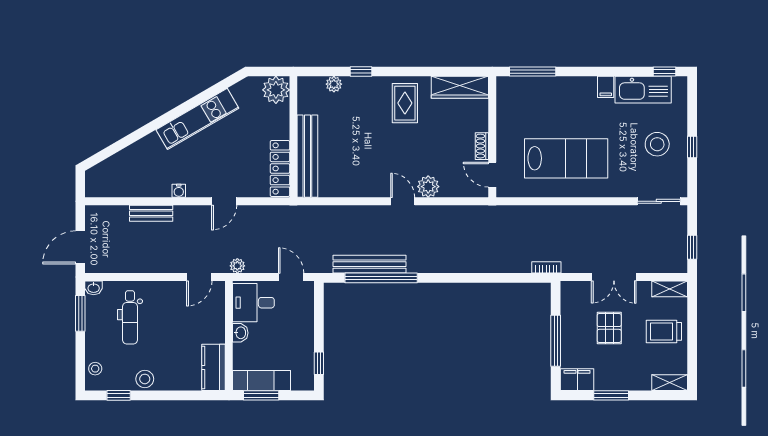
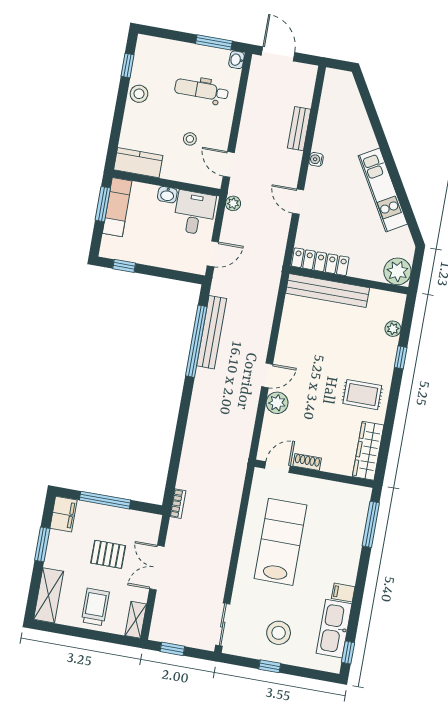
lab bench: (566, 158) -> (281, 542), turned 180
stool: (95, 369) -> (190, 139), moved
shelving: (670, 383) -> (49, 595), width x1.50, depth x1.33

